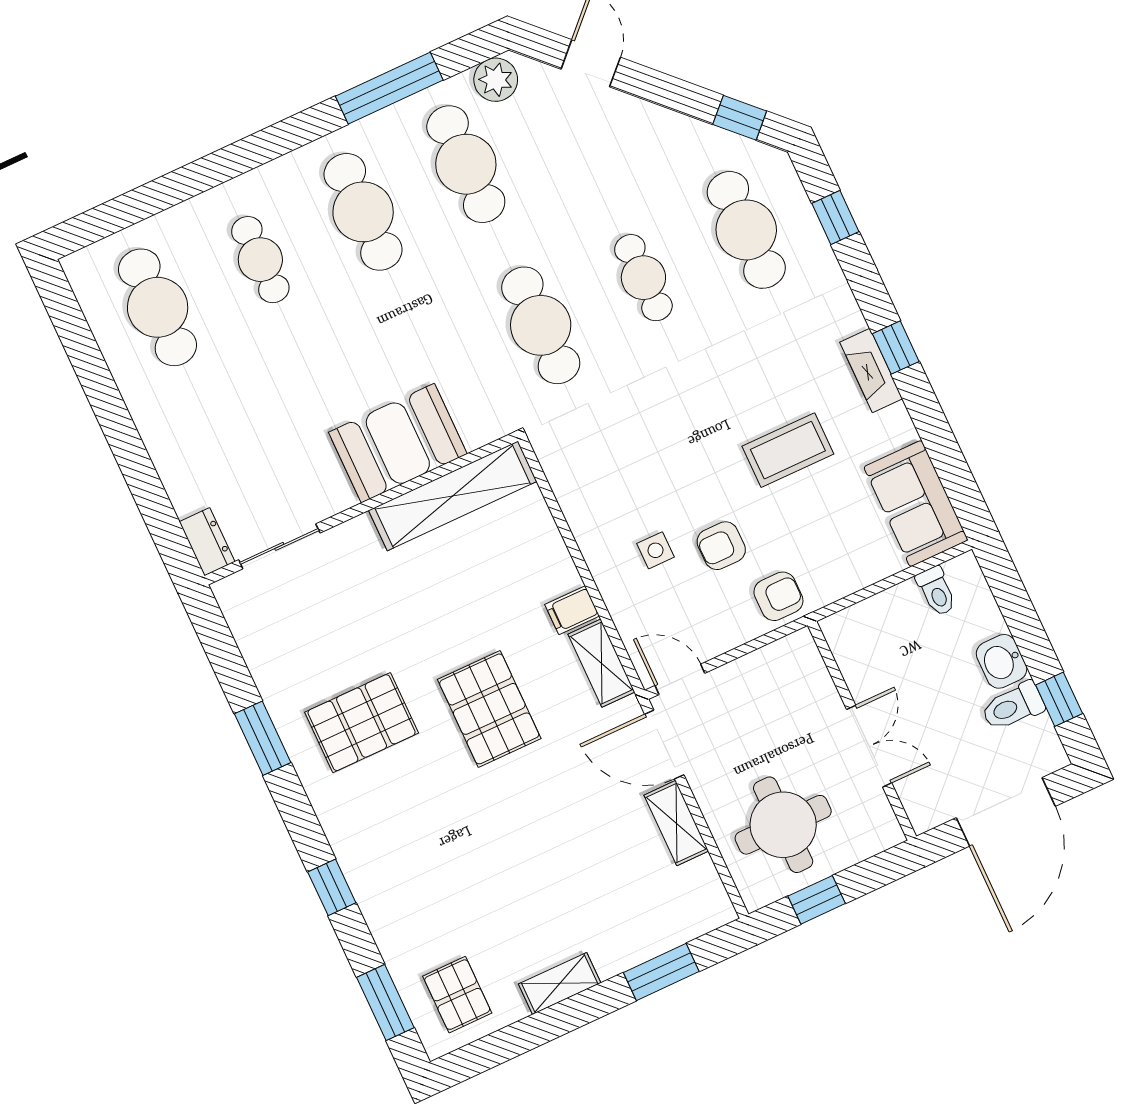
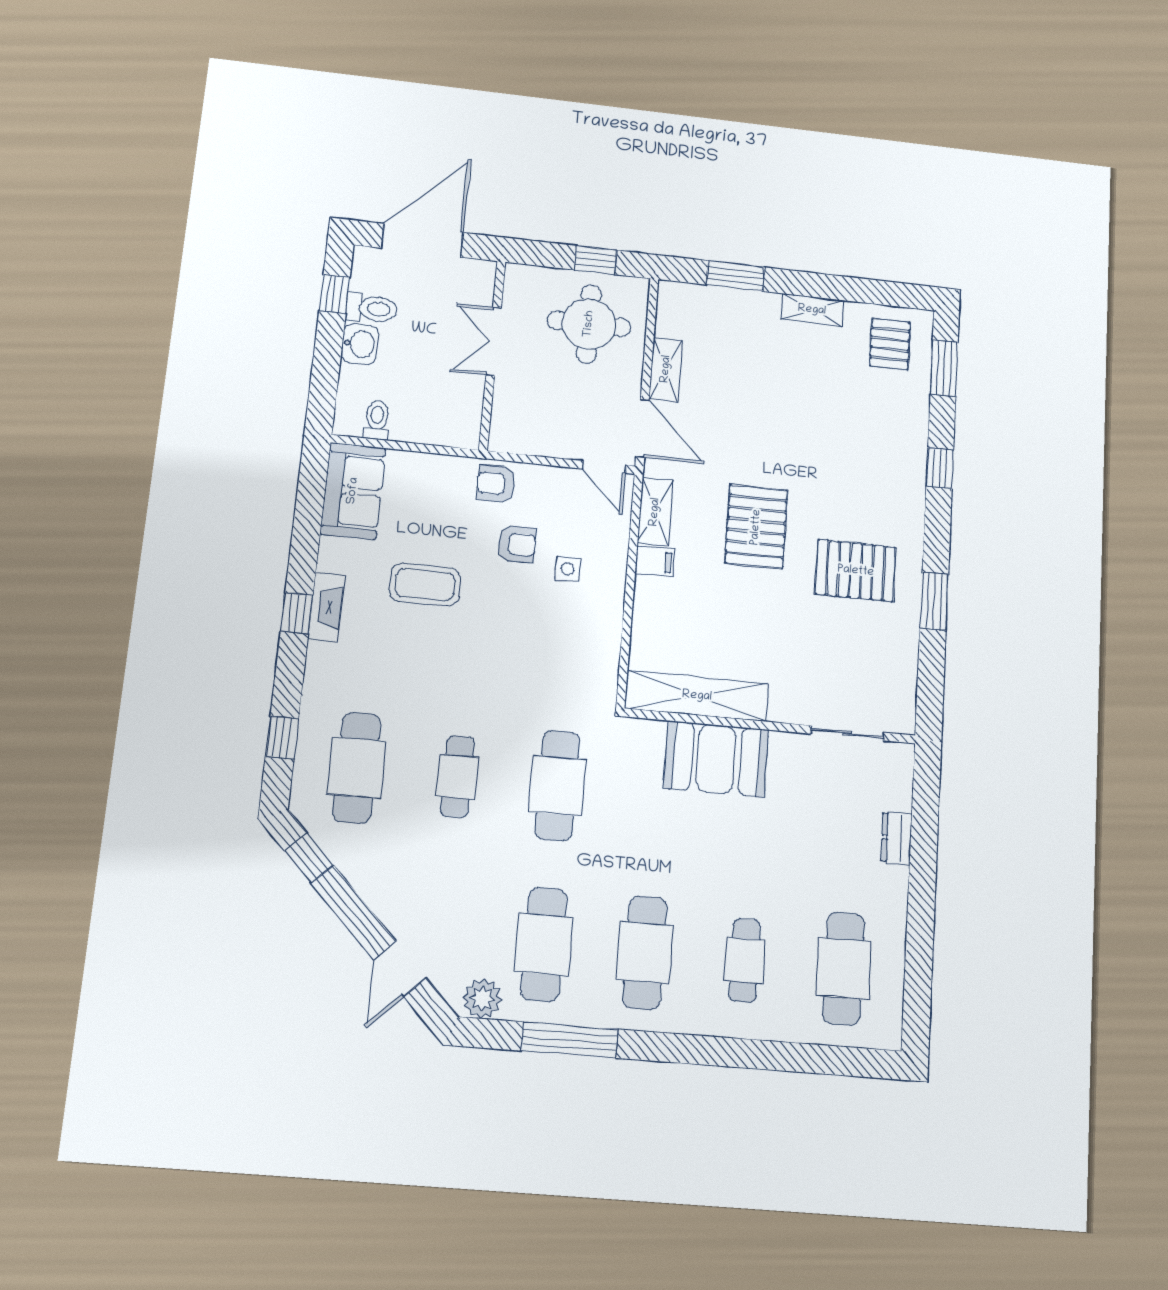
dresser: (207, 542) -> (896, 838), moved

